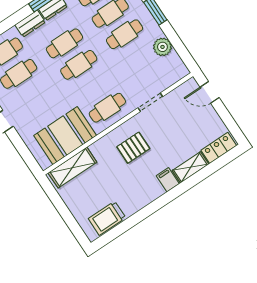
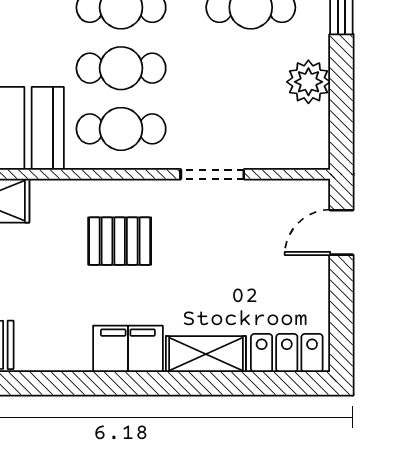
cafe table: (93, 86) -> (121, 68), added
door: (210, 92) -> (341, 232), hinge flipped
filing cabinet: (168, 180) -> (128, 349), width x2.00

